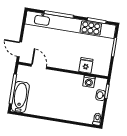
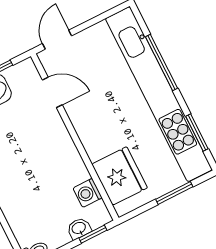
fridge: (86, 65) -> (120, 176), width x1.88, depth x1.34
door: (39, 66) -> (52, 92), hinge flipped

